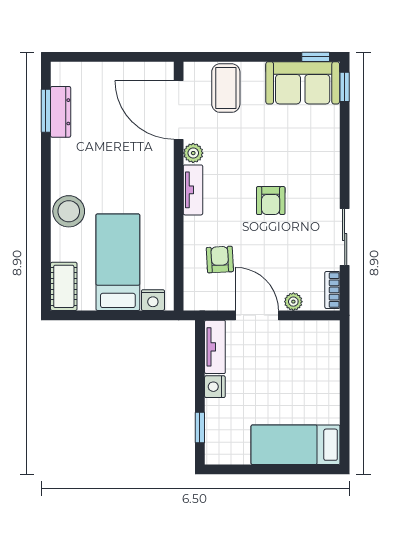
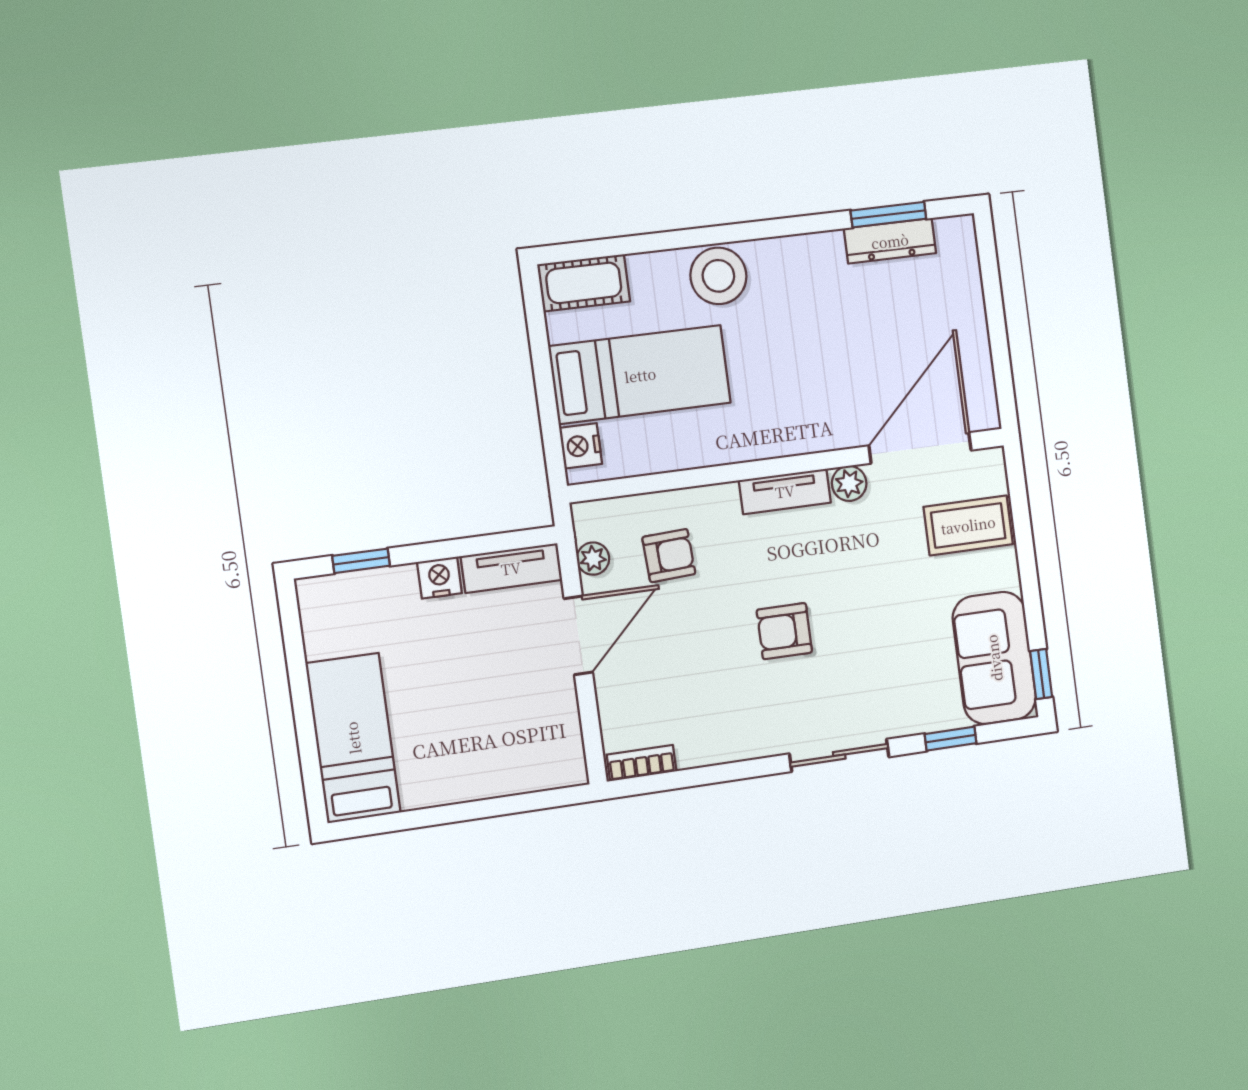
window: (345, 87) -> (951, 739), moved
sliding door: (345, 237) -> (839, 755), moved
plant: (293, 302) -> (593, 559), moved

